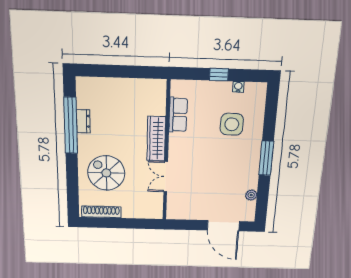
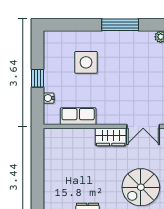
water cooler: (238, 87) -> (49, 98), moved
wardrobe: (156, 139) -> (111, 137), width x0.67

